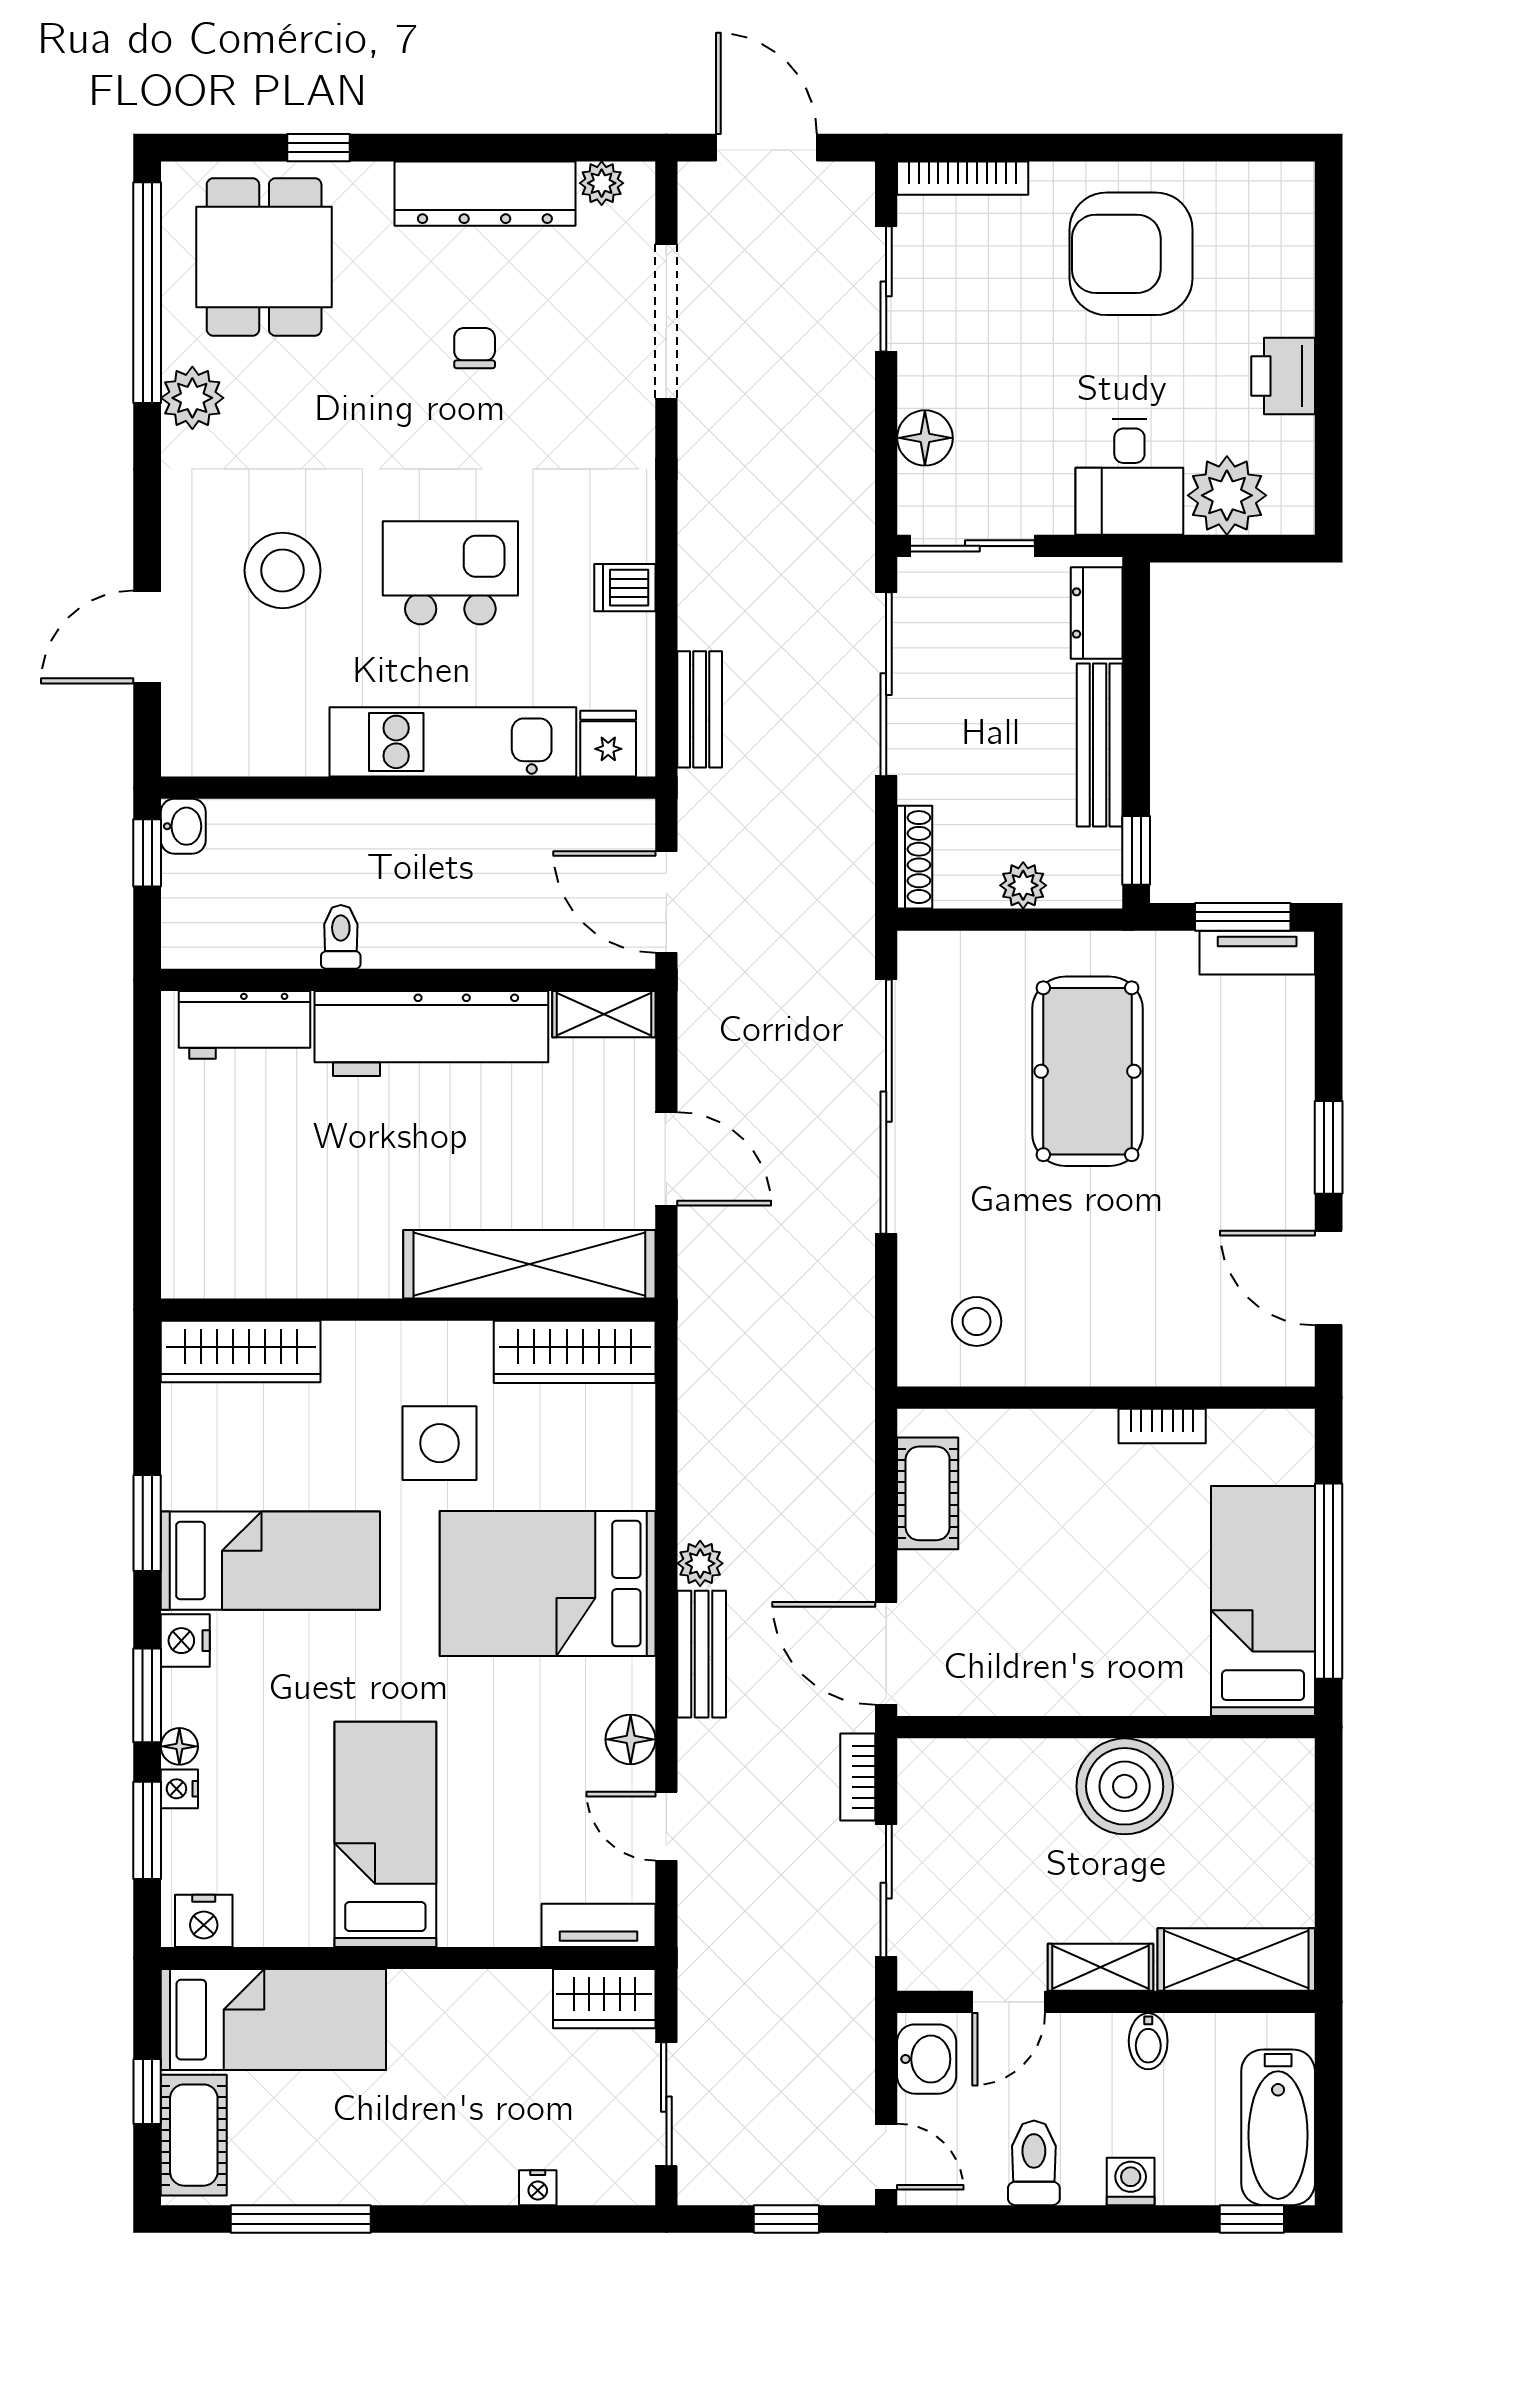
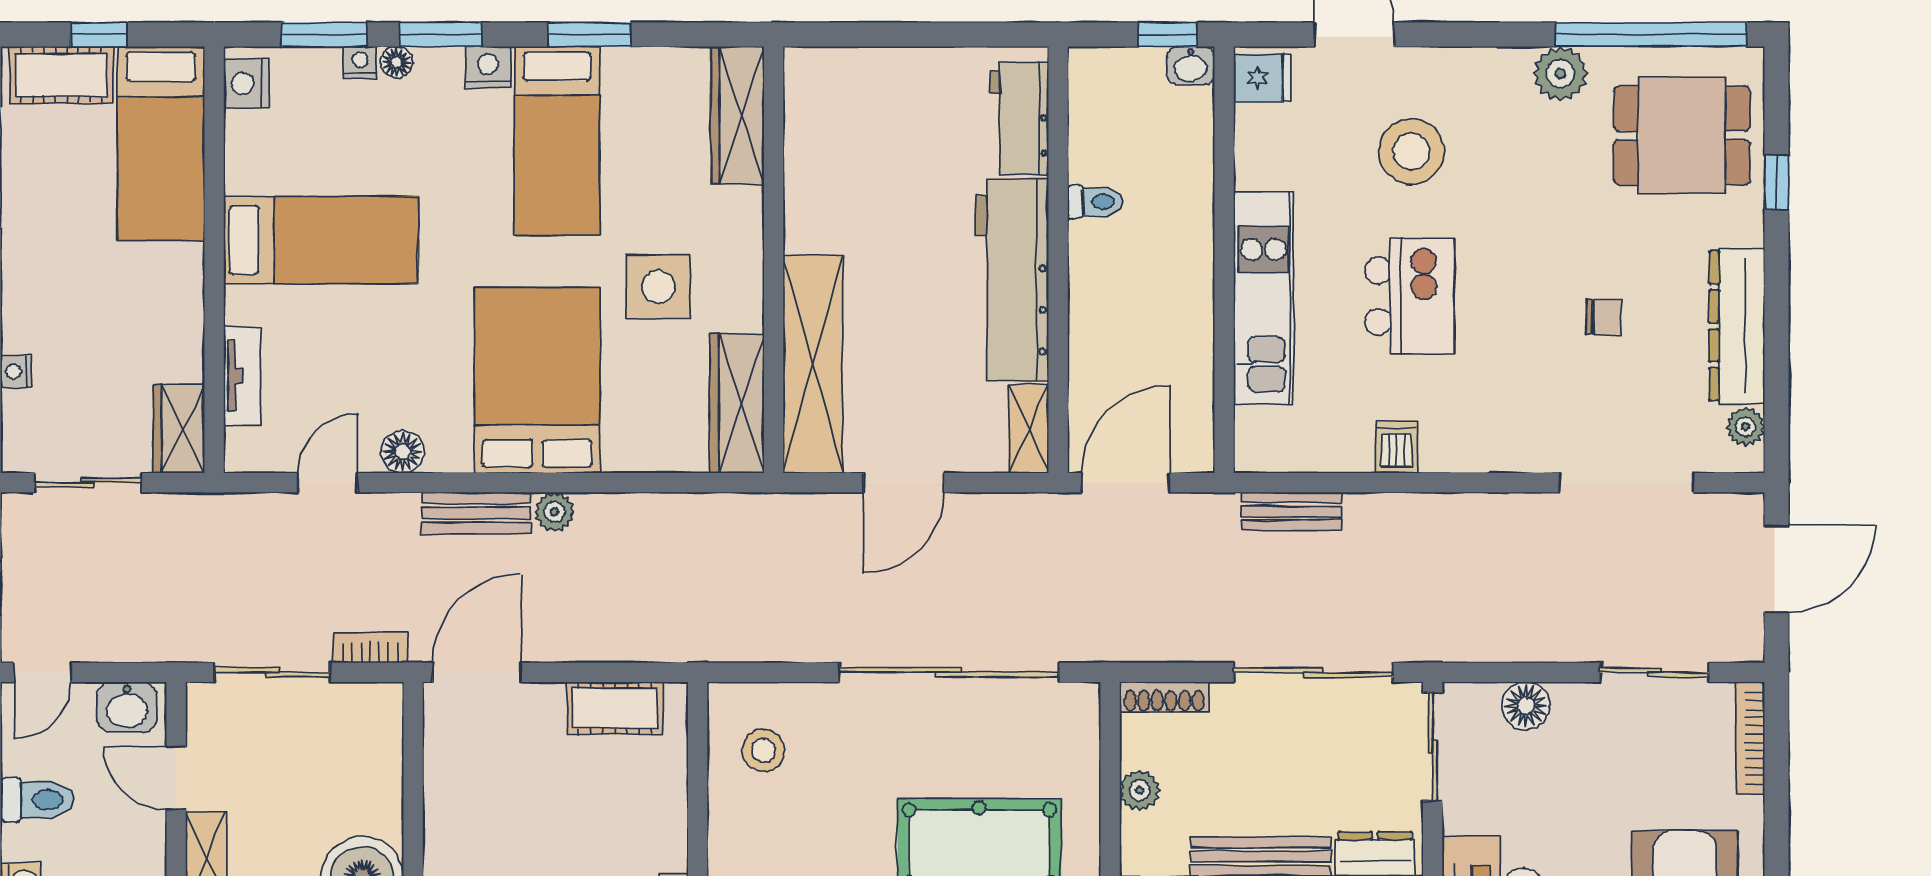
fridge: (608, 744) -> (1262, 78), moved
tv unit: (599, 1925) -> (242, 376), moved

